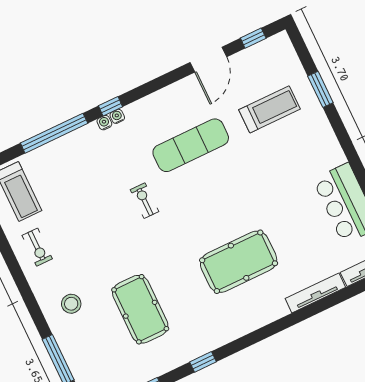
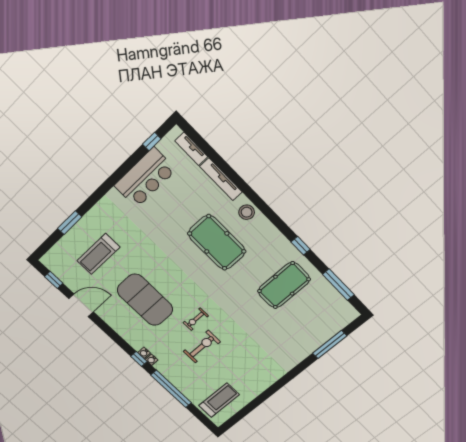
treadmill: (270, 109) -> (98, 254), turned -90
exercise mat: (191, 145) -> (145, 300), width x1.47
exercise bike: (37, 247) -> (202, 347), moved, width x1.38, depth x1.39
stool: (71, 304) -> (247, 212), moved
pool table: (140, 309) -> (284, 285), moved

